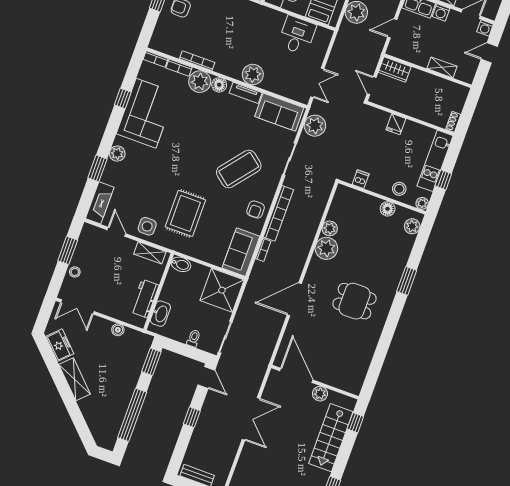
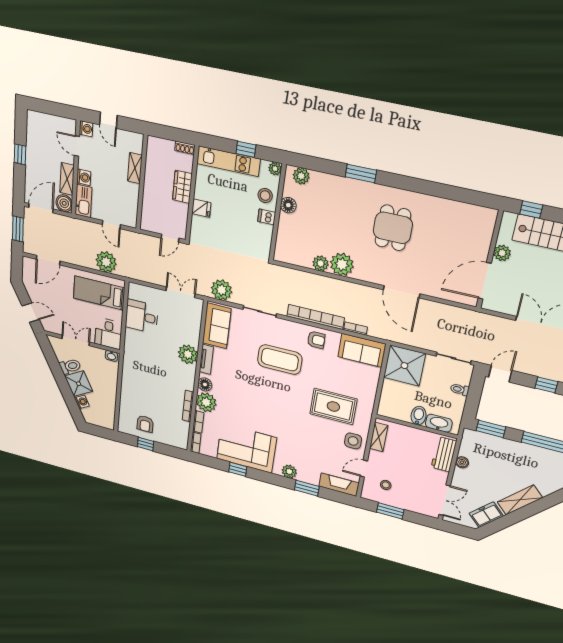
wardrobe: (395, 69) -> (182, 187), moved, turned 180
coffee table: (239, 169) -> (280, 360), turned -39
dishwasher: (361, 179) -> (267, 217), moved
bidet: (181, 264) -> (418, 416), moved
stool: (75, 272) -> (386, 485), moved
workbench: (145, 299) -> (444, 454), moved, turned 90

